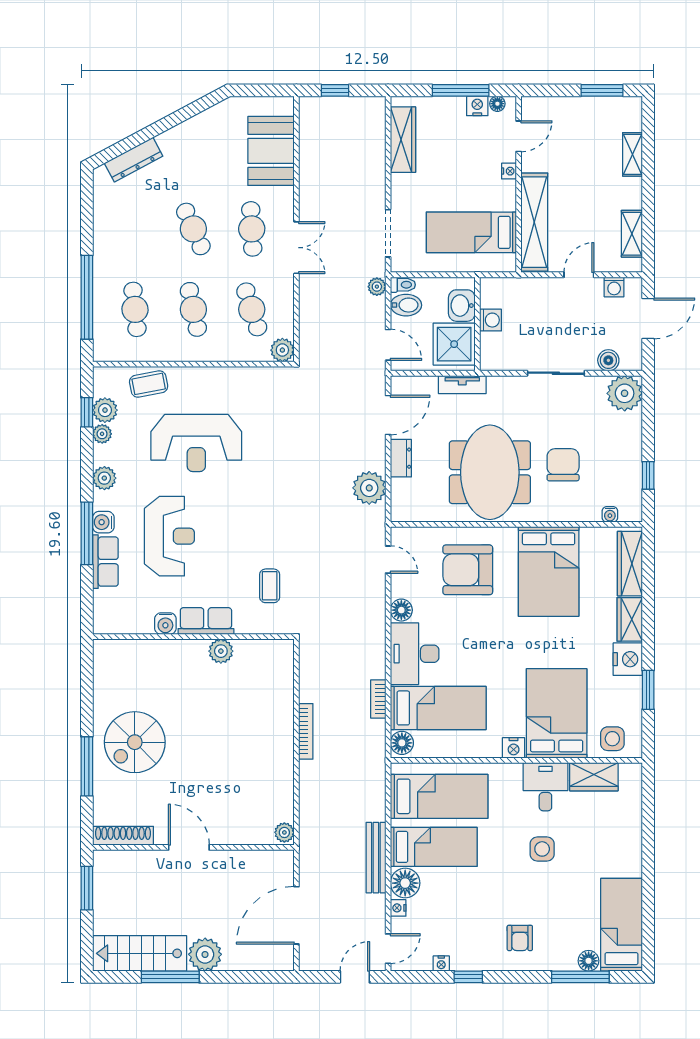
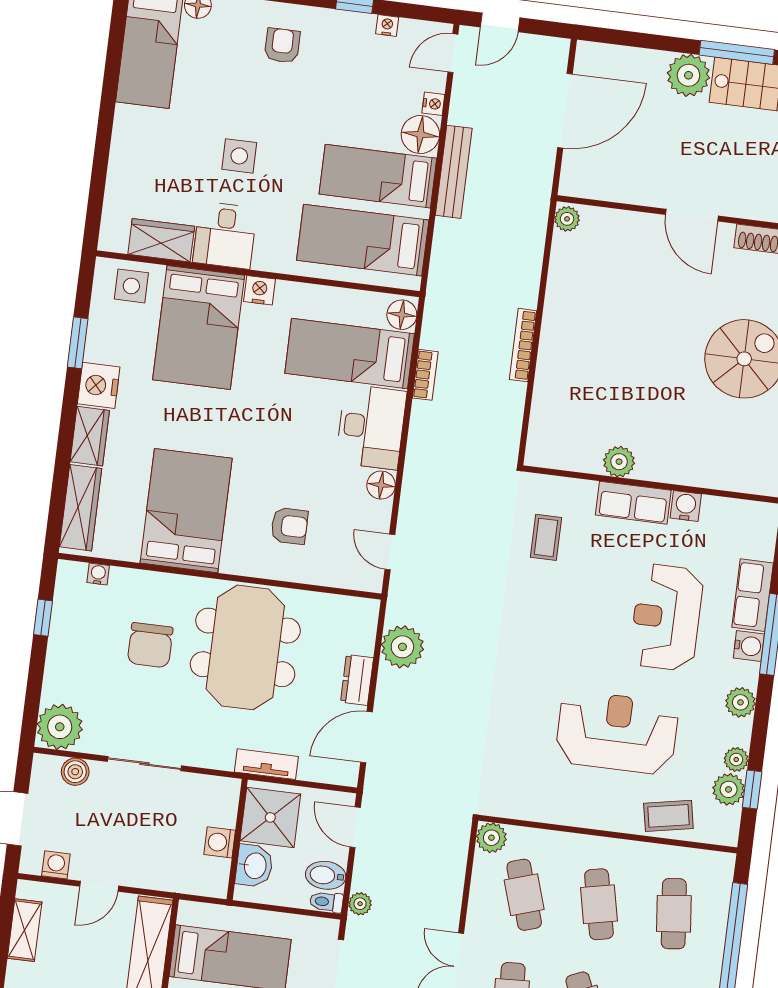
armchair: (468, 570) -> (289, 526), width x0.53, depth x0.53

